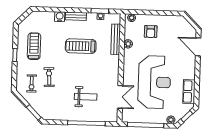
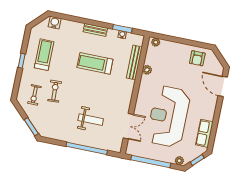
water cooler: (60, 17) -> (55, 23), moved
armchair: (151, 32) -> (197, 58), moved
reception desk: (154, 82) -> (168, 117), turned 180

